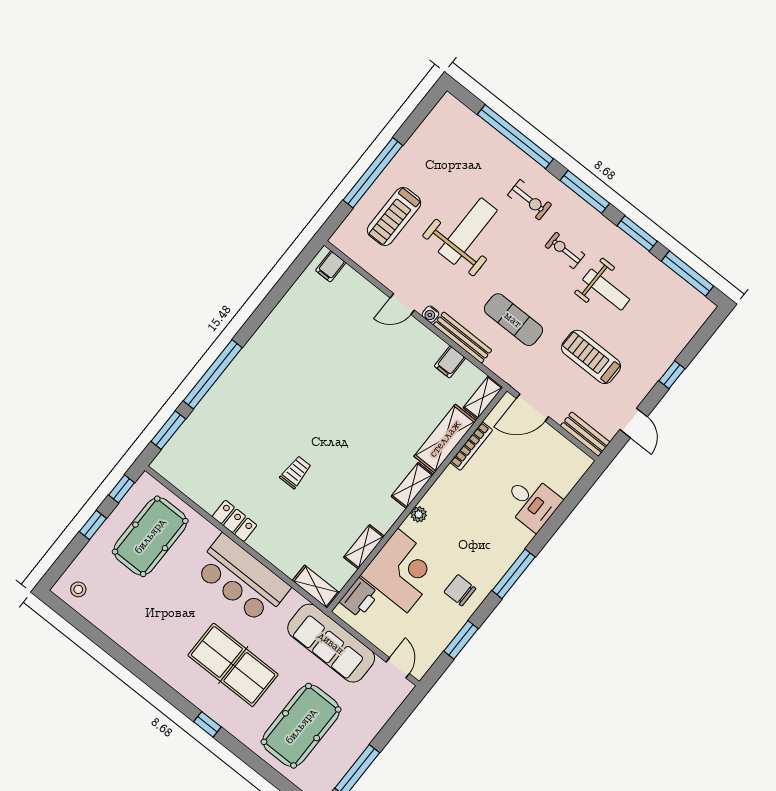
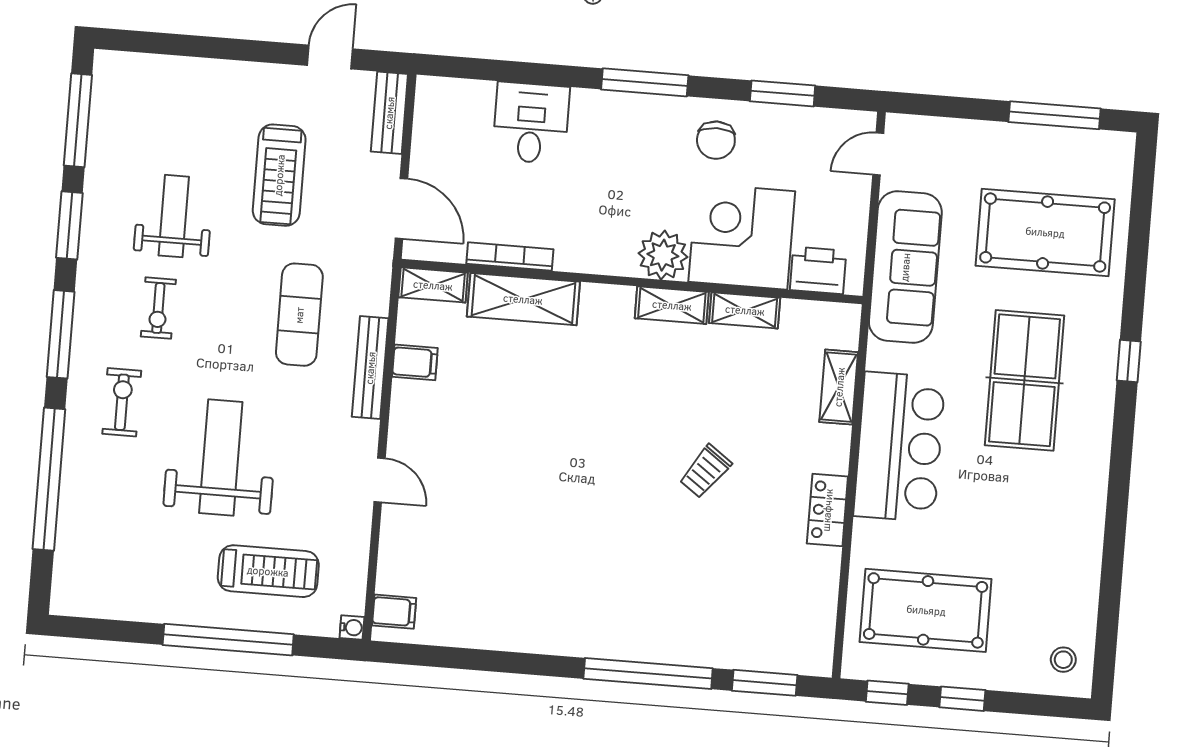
weight bench: (468, 231) -> (221, 458), turned 90
water cooler: (430, 314) -> (352, 628), moved
window: (672, 375) -> (230, 49), removed
trolley: (296, 472) -> (705, 471), turned -54
shelving: (412, 485) -> (672, 305), moved
plant: (419, 514) -> (663, 255), width x1.87, depth x1.87
shelving: (316, 587) -> (839, 387), moved

